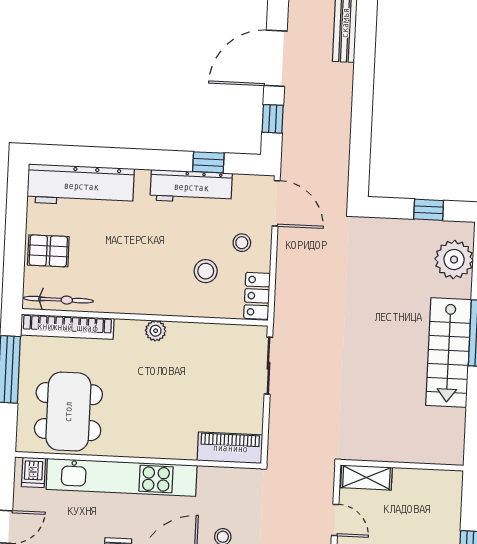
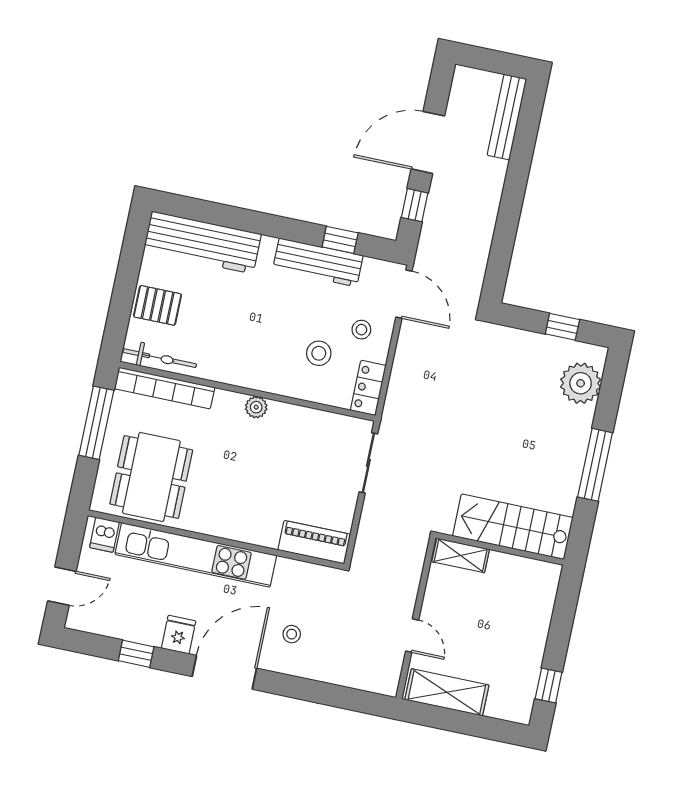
stairs: (449, 353) -> (513, 527), moved, turned 90
wall: (402, 465) -> (500, 549), moved
shelving: (366, 477) -> (461, 556), moved

